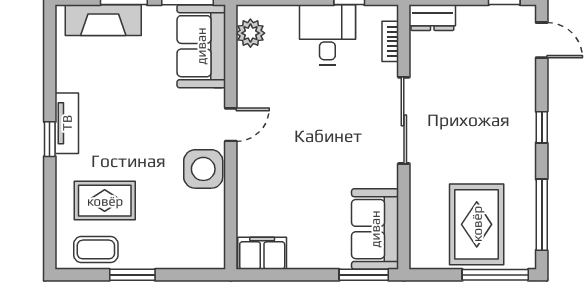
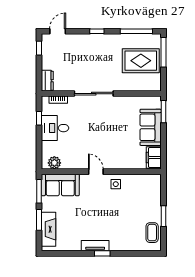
side table: (203, 169) -> (116, 184), width x0.54, depth x0.54
rug: (105, 201) -> (130, 229), removed
sofa: (375, 229) -> (151, 127), moved, turned 90

